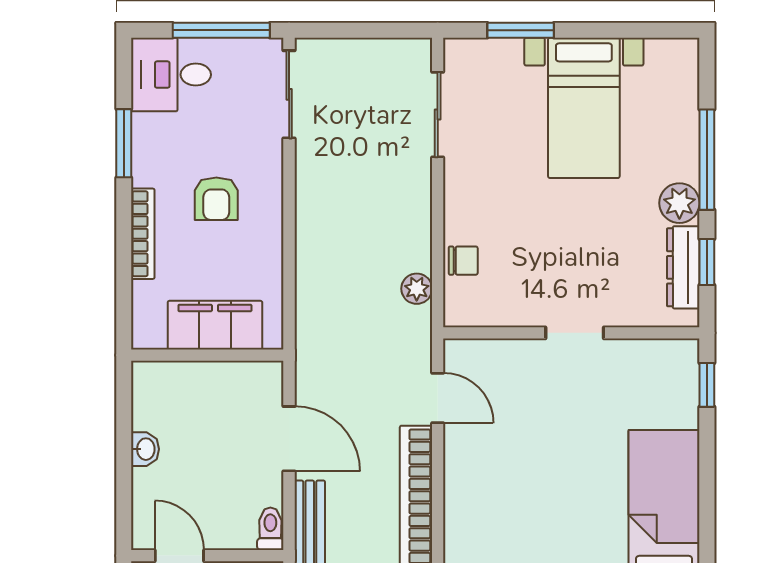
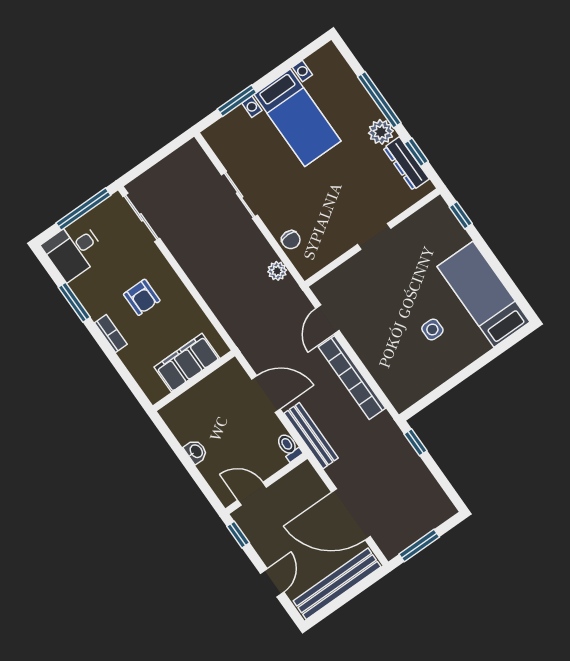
sliding door: (438, 115) -> (240, 195), moved
bookcase: (143, 234) -> (111, 333), width x0.64
chair: (463, 261) -> (291, 240), turned 90
door: (438, 398) -> (327, 319), swing flipped
side table: (565, 507) -> (432, 329), added

